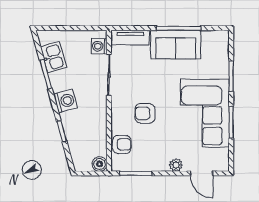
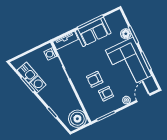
floor lamp: (221, 70) -> (126, 34), added
washing machine: (65, 101) -> (37, 84), moved
armchair: (122, 144) -> (106, 94), moved
boiler: (100, 164) -> (77, 119), width x1.86, depth x1.86
door: (202, 173) -> (143, 98), swing flipped

